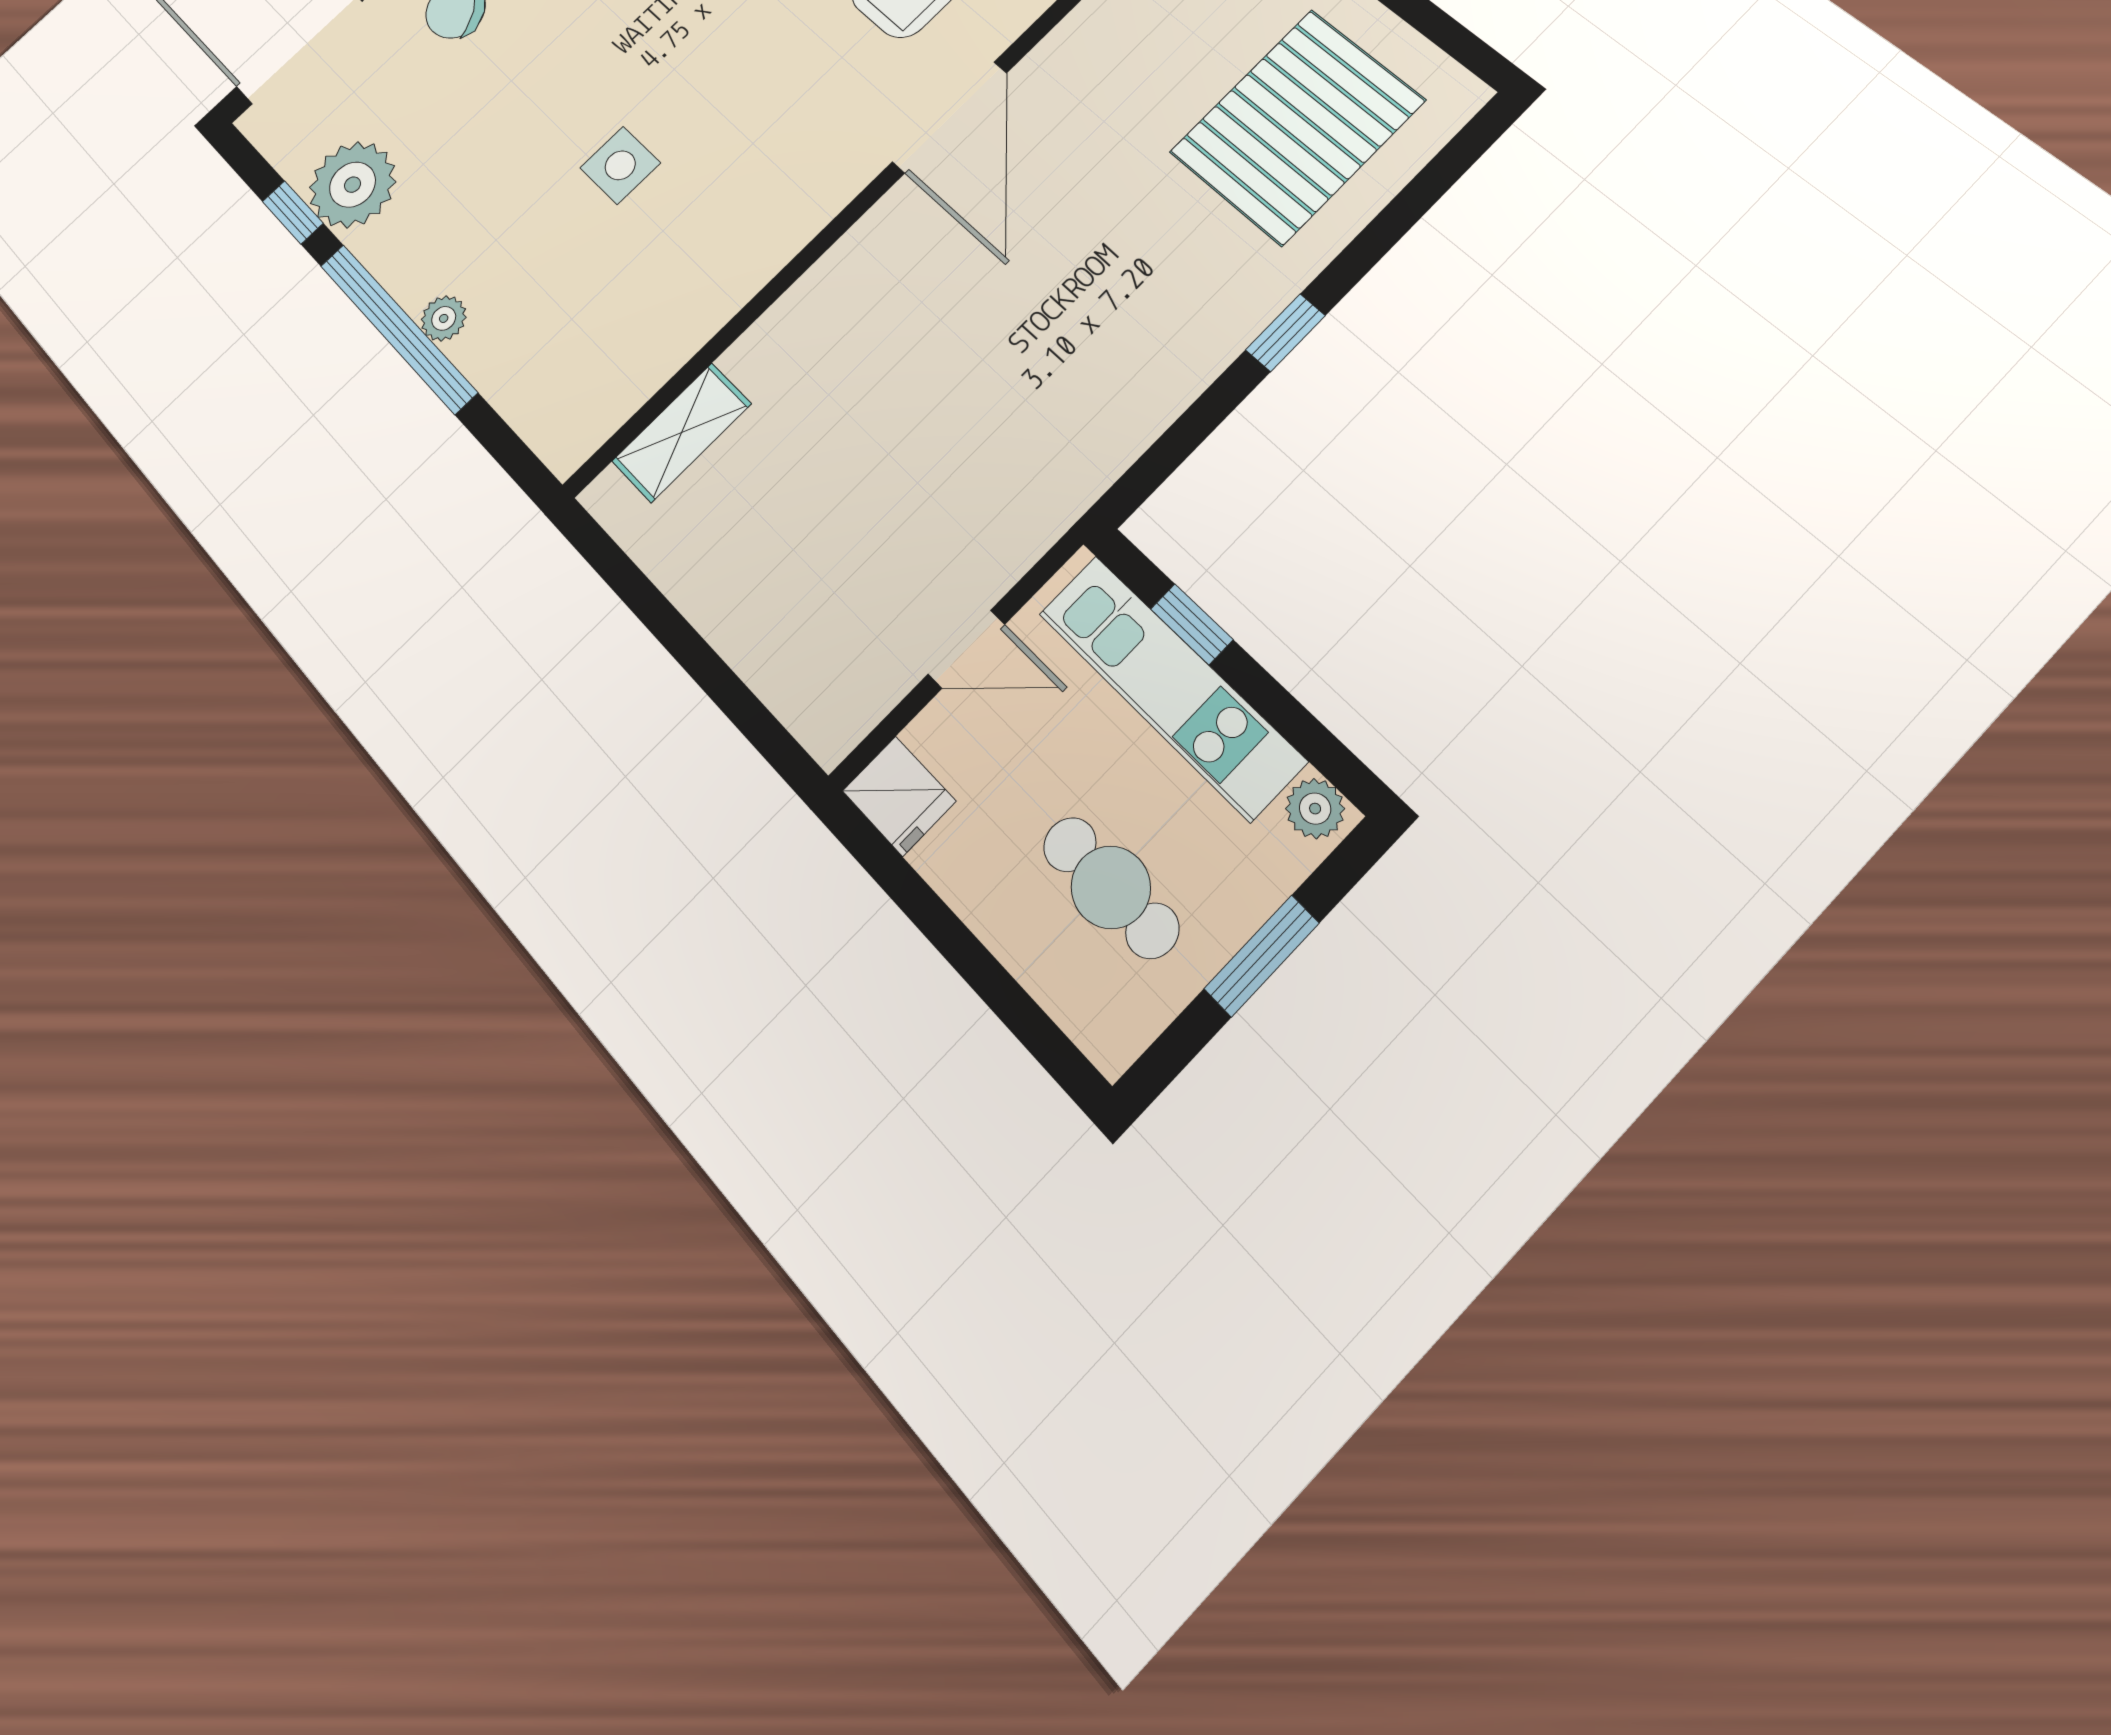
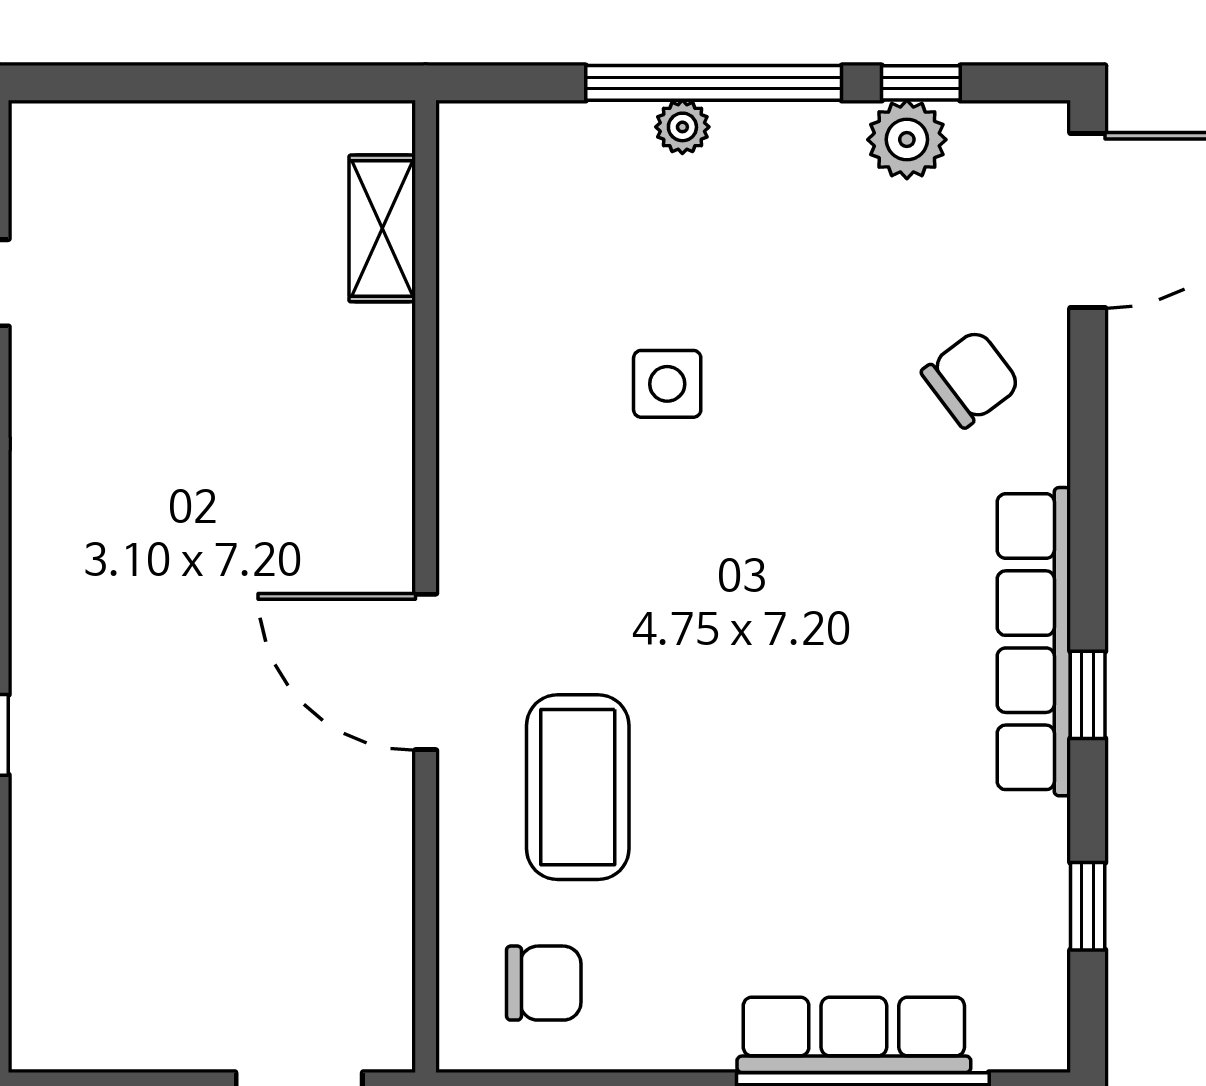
pallet: (1297, 126) -> (137, 910), removed
plant: (353, 185) -> (907, 140), width x0.73, depth x0.73

